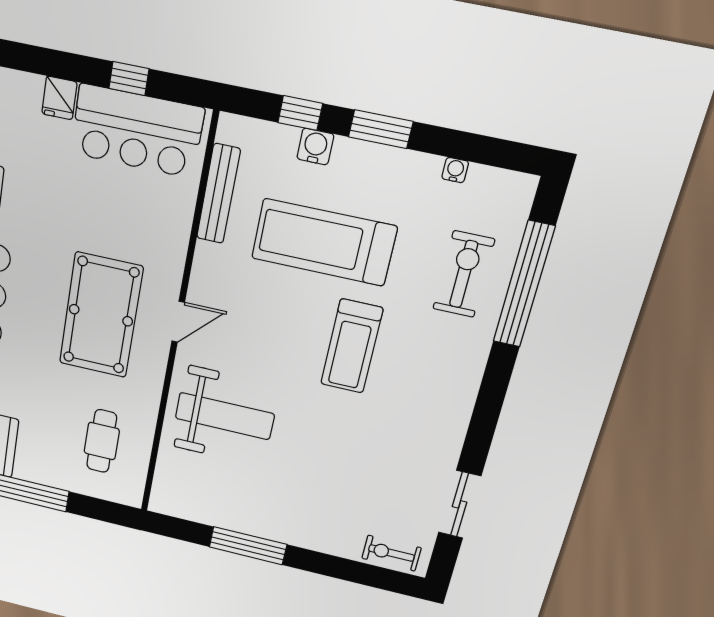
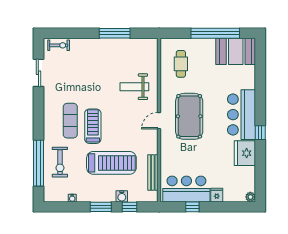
exercise mat: (408, 373) -> (70, 121), added
weight bench: (225, 416) -> (134, 87), width x0.73, depth x0.75

